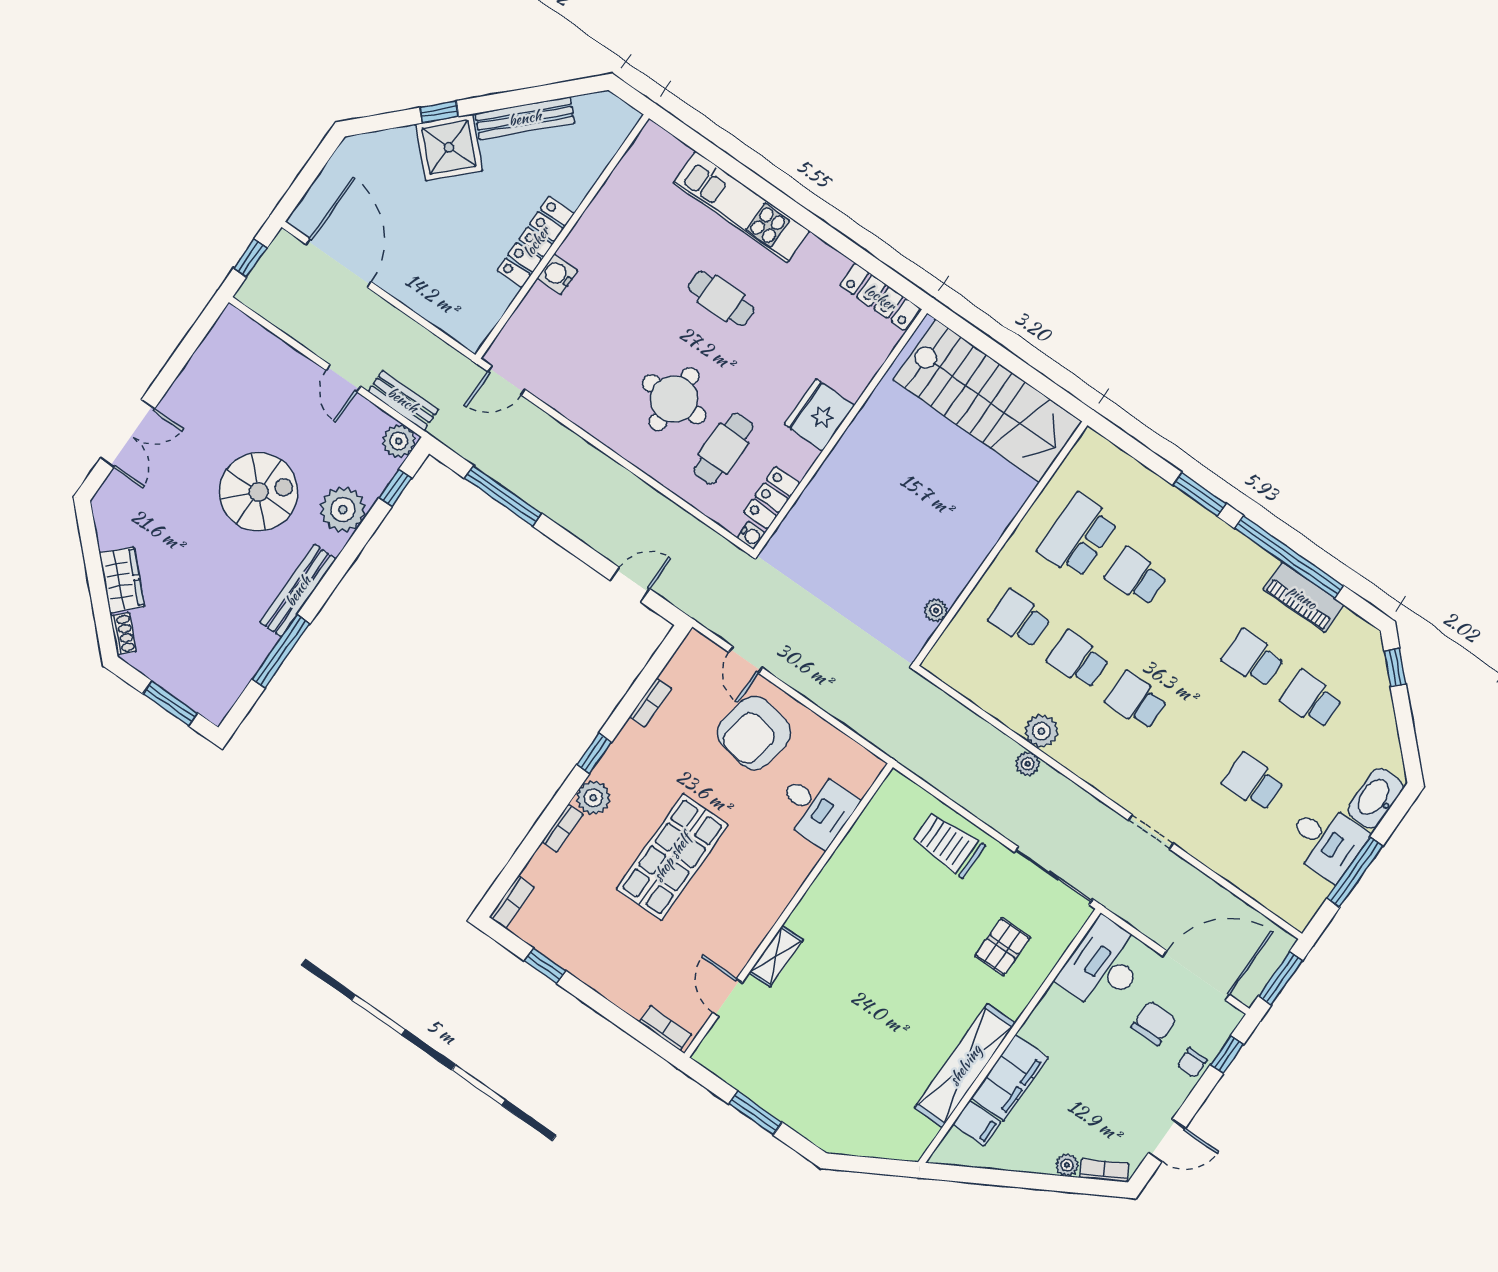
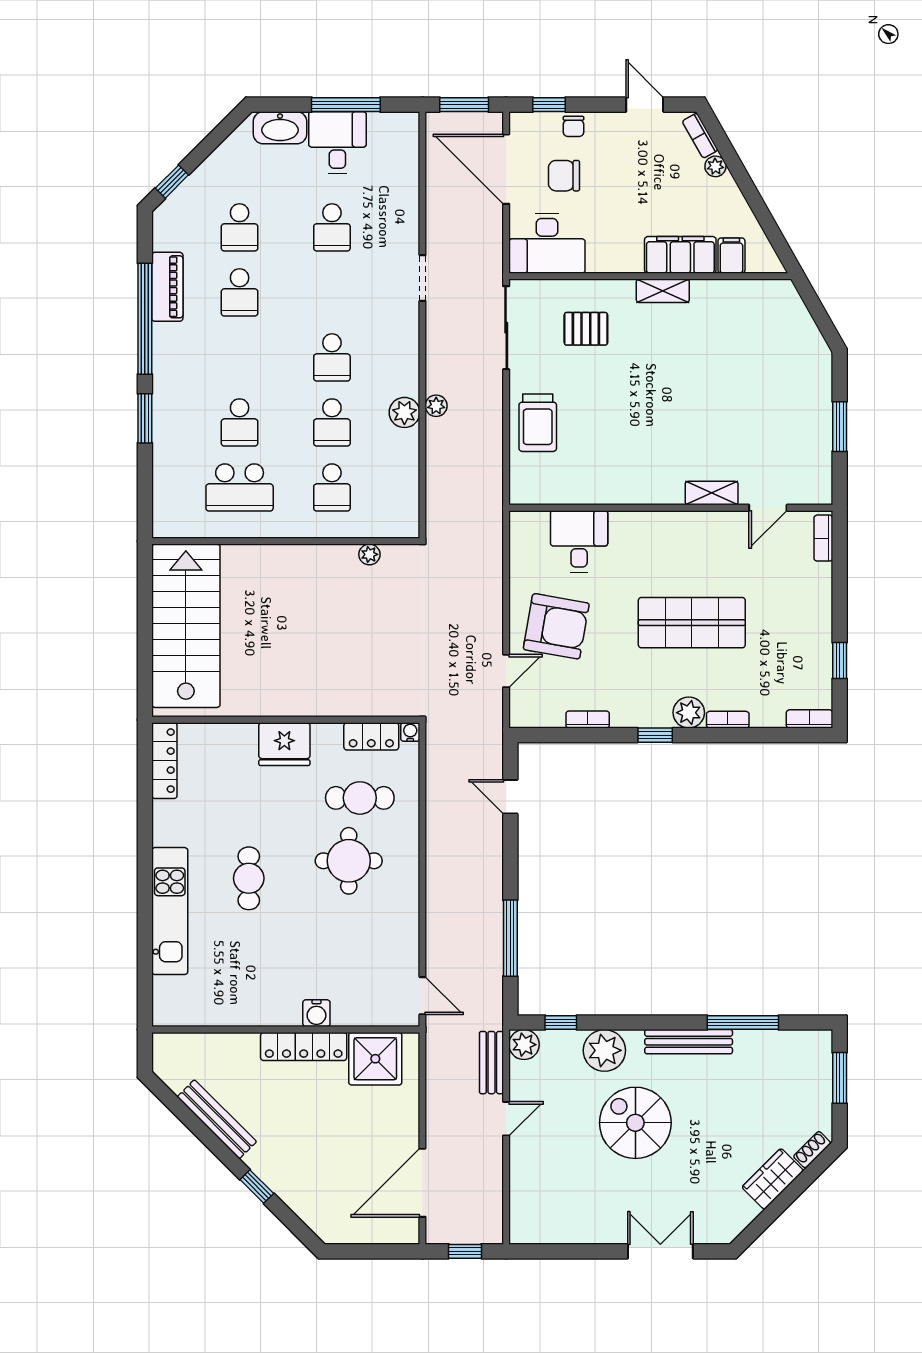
shower: (449, 147) -> (375, 1059), moved, turned 45
chair: (1192, 1063) -> (574, 126), turned 90
shelving: (965, 1065) -> (663, 291), width x0.45, depth x0.75

